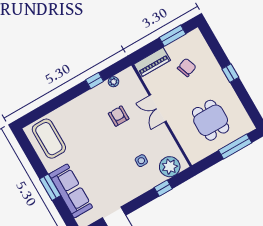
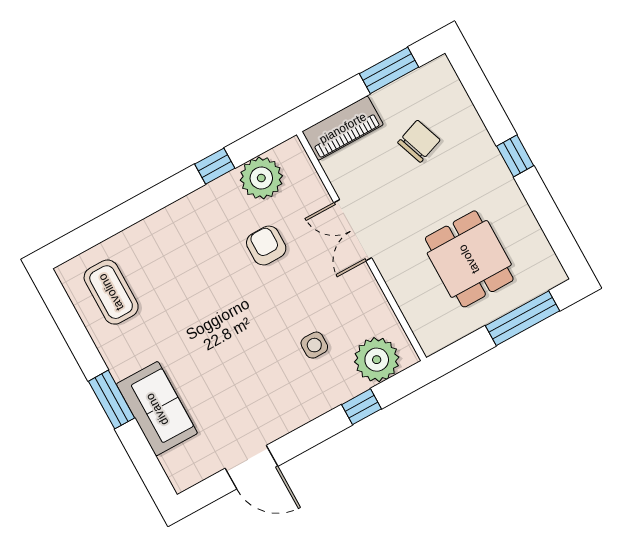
plant: (114, 82) -> (261, 178), width x1.88, depth x1.88
coffee table: (49, 139) -> (111, 292), width x0.73, depth x0.76
sofa: (71, 191) -> (157, 409), width x0.73

